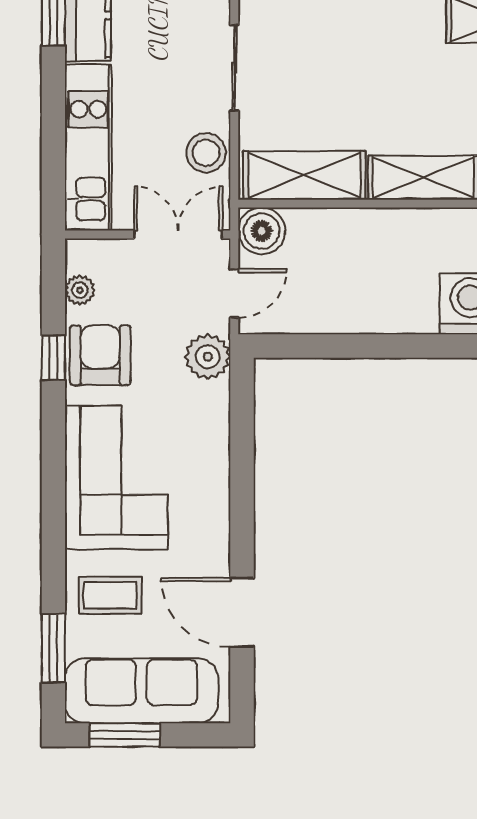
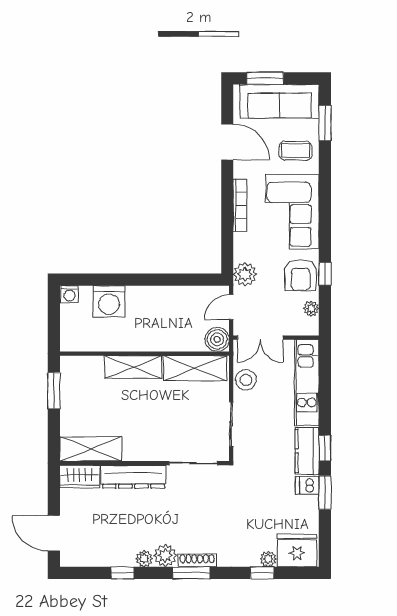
bookcase: (217, 490) -> (240, 205), added
window: (125, 735) -> (265, 78), moved

